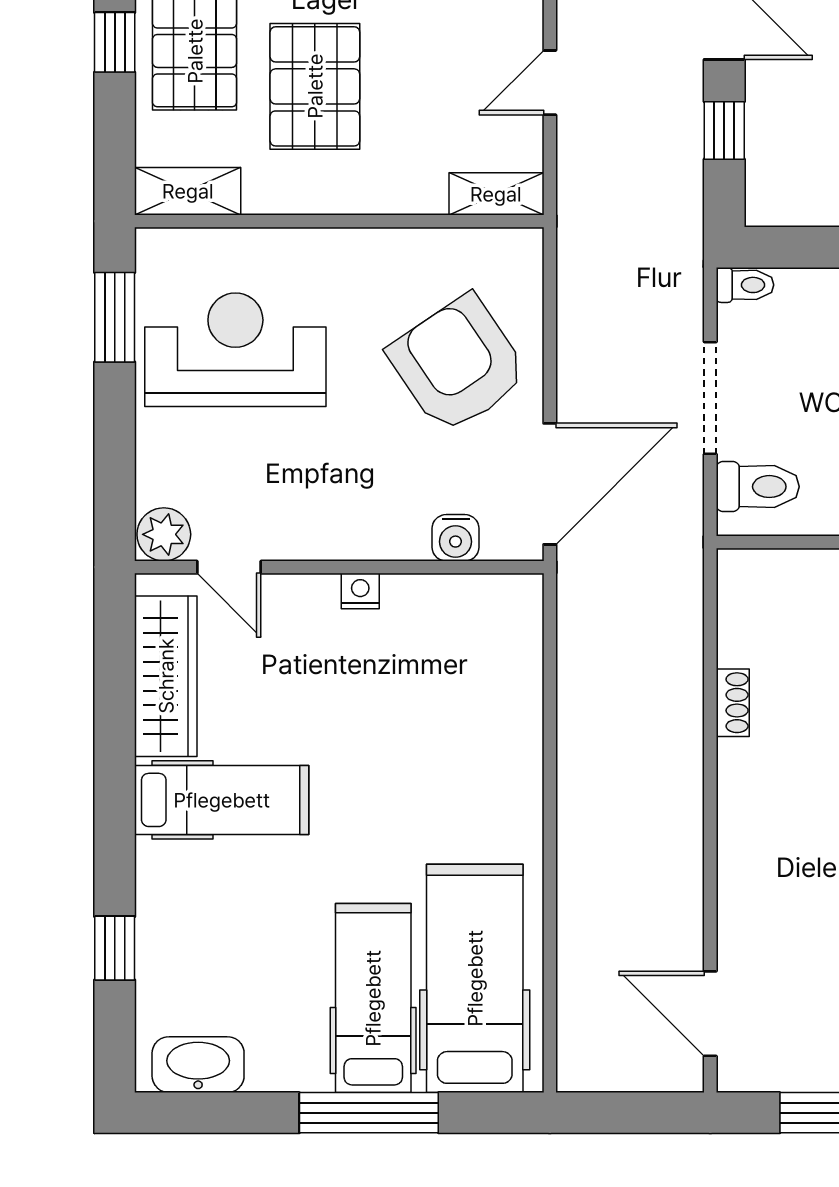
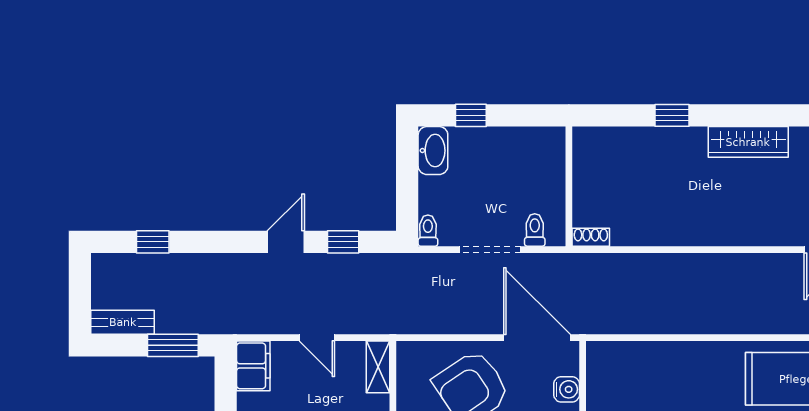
toilet: (758, 487) -> (535, 230), width x0.73, depth x0.72
shoe rack: (733, 703) -> (591, 237), moved

